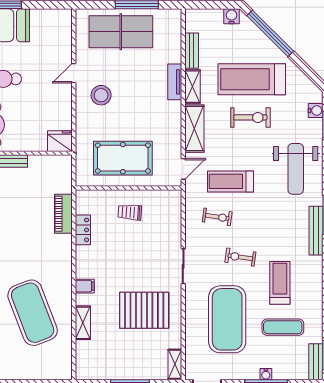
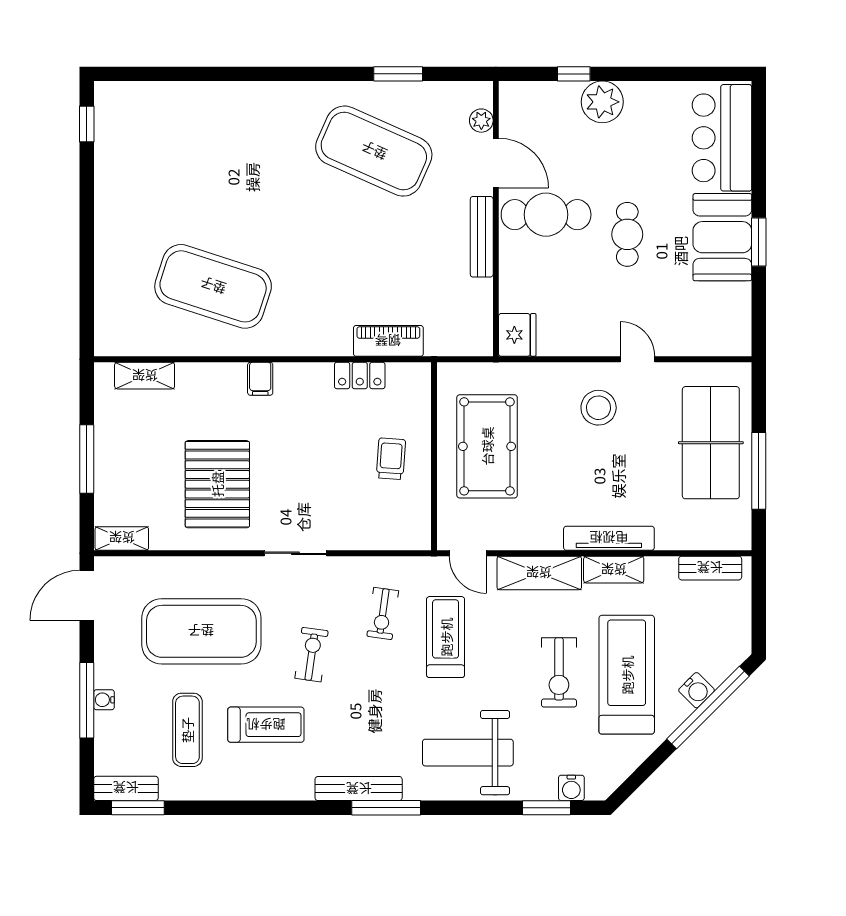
water cooler: (232, 16) -> (697, 690), moved, turned 45
bench: (192, 51) -> (710, 568), moved
tv unit: (175, 82) -> (609, 538), width x1.41
exercise mat: (33, 313) -> (213, 286), turned 39
shelving: (83, 323) -> (145, 376), moved

